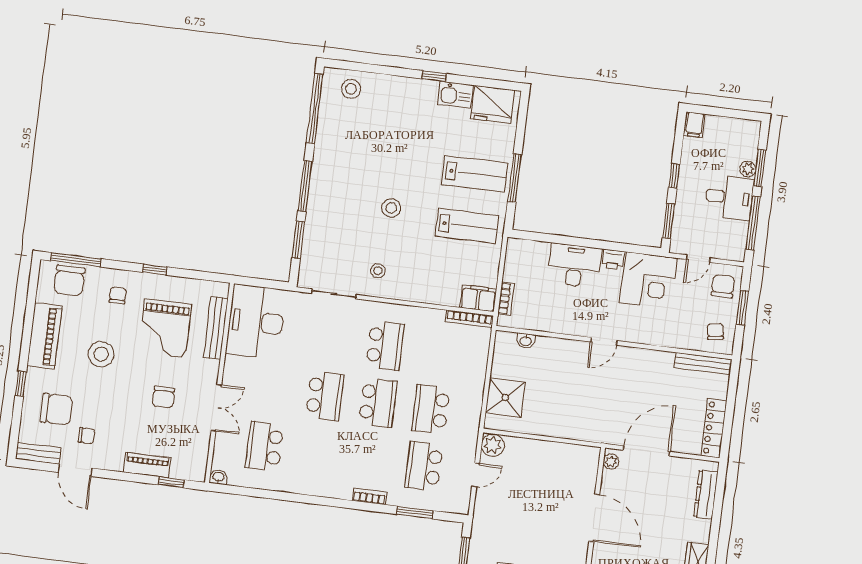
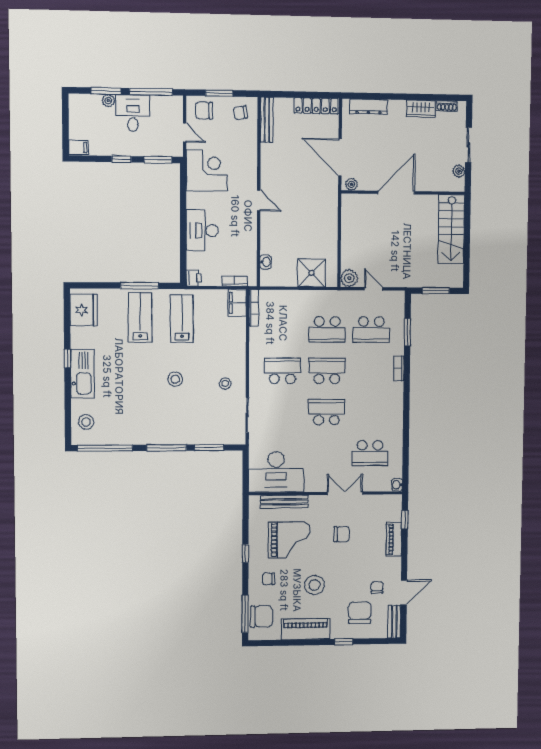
kitchen sink: (455, 95) -> (82, 374), moved, width x1.88, depth x1.24
printer: (613, 259) -> (194, 278), moved

